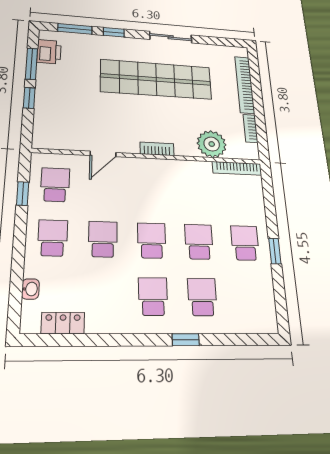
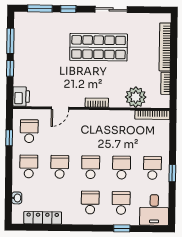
printer: (49, 52) -> (21, 96), moved
shop shelf: (156, 79) -> (99, 47), width x0.71
desk: (254, 308) -> (154, 210), added
locker: (63, 323) -> (43, 218), width x1.53
window: (186, 340) -> (122, 228), moved

